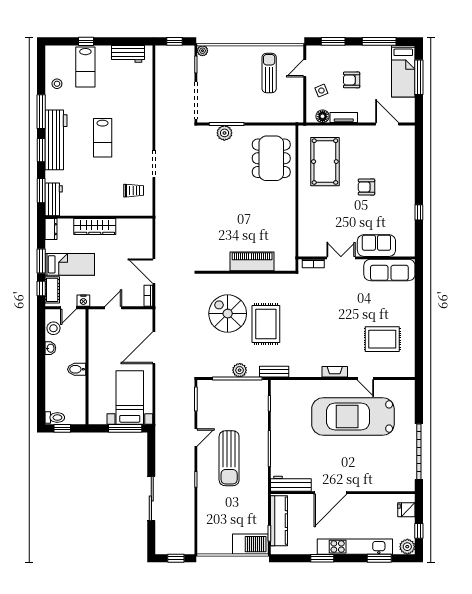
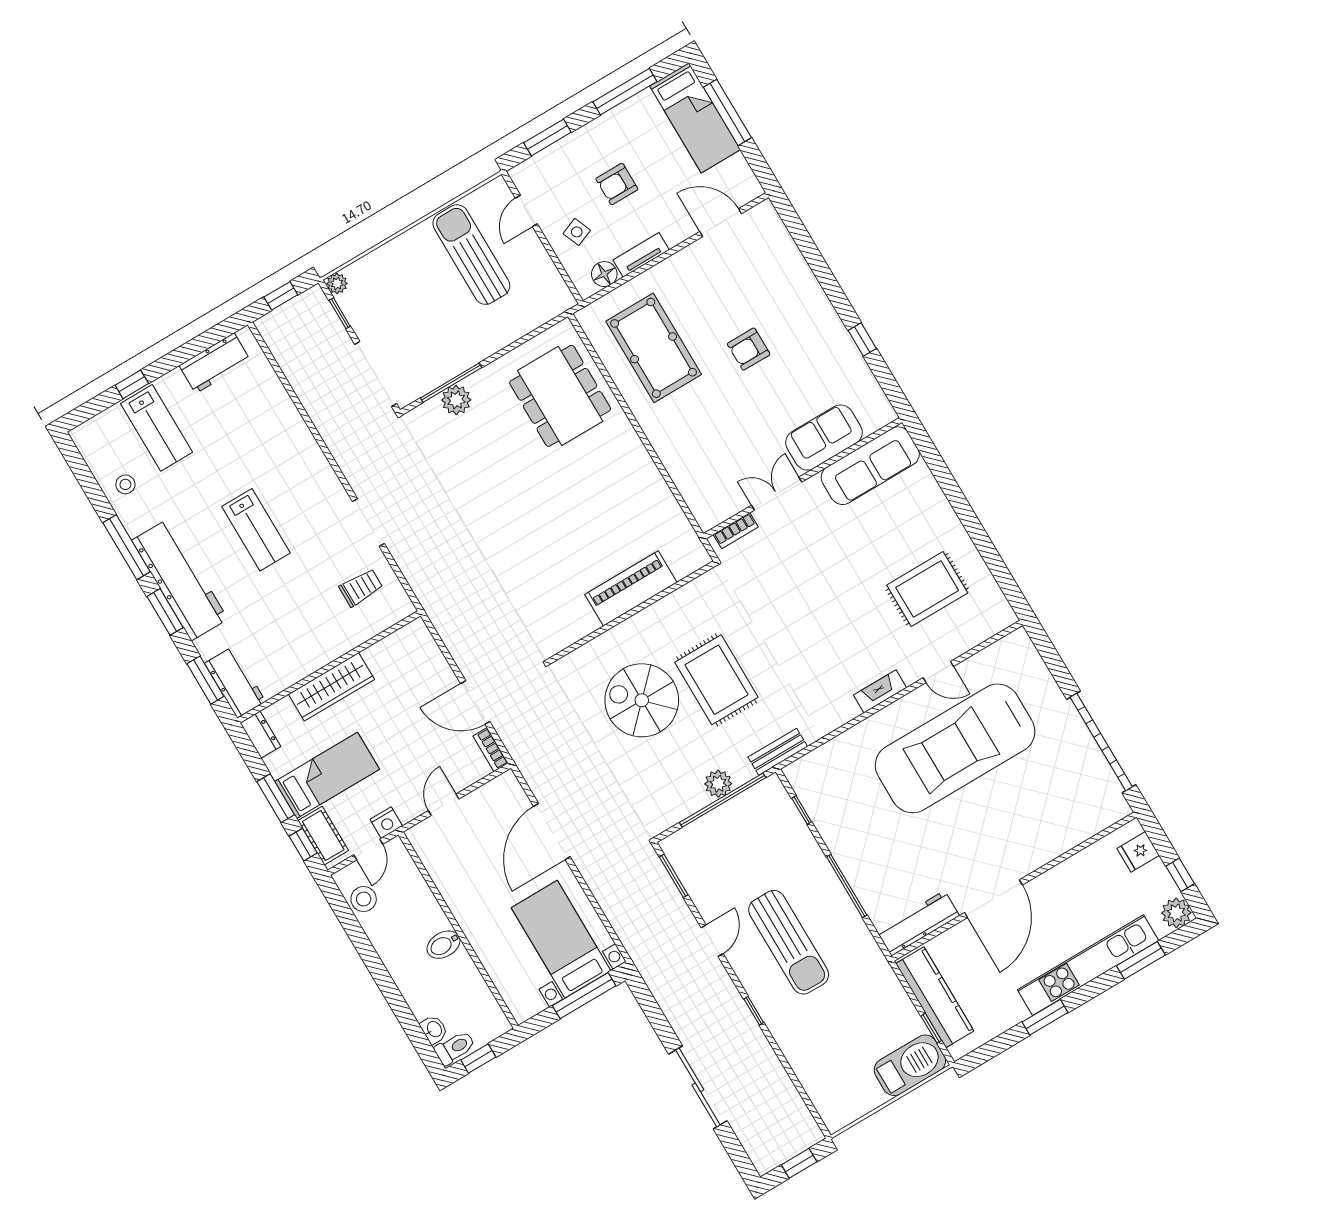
sun lounger: (269, 73) -> (471, 255), width x1.36, depth x1.34
washbasin: (50, 348) -> (434, 1029), moved

